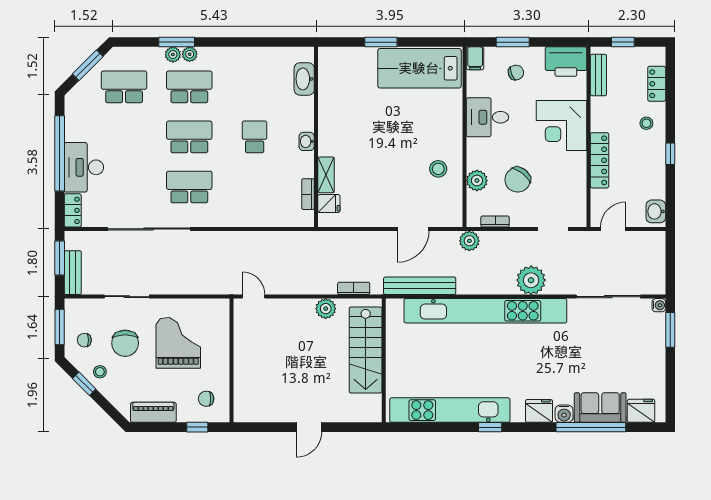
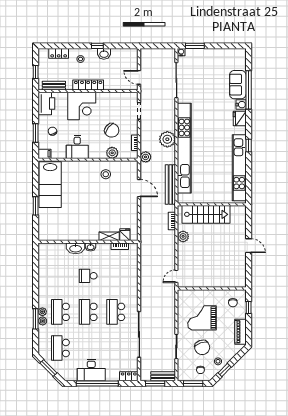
washbasin: (304, 79) -> (76, 248), moved
locker: (600, 160) -> (88, 85), moved
desk: (84, 167) -> (91, 370), moved
washbasin: (656, 211) -> (104, 54), moved
plant: (531, 280) -> (167, 139), moved
chair: (125, 343) -> (202, 347), turned 72
fridge: (641, 411) -> (240, 62), removed

